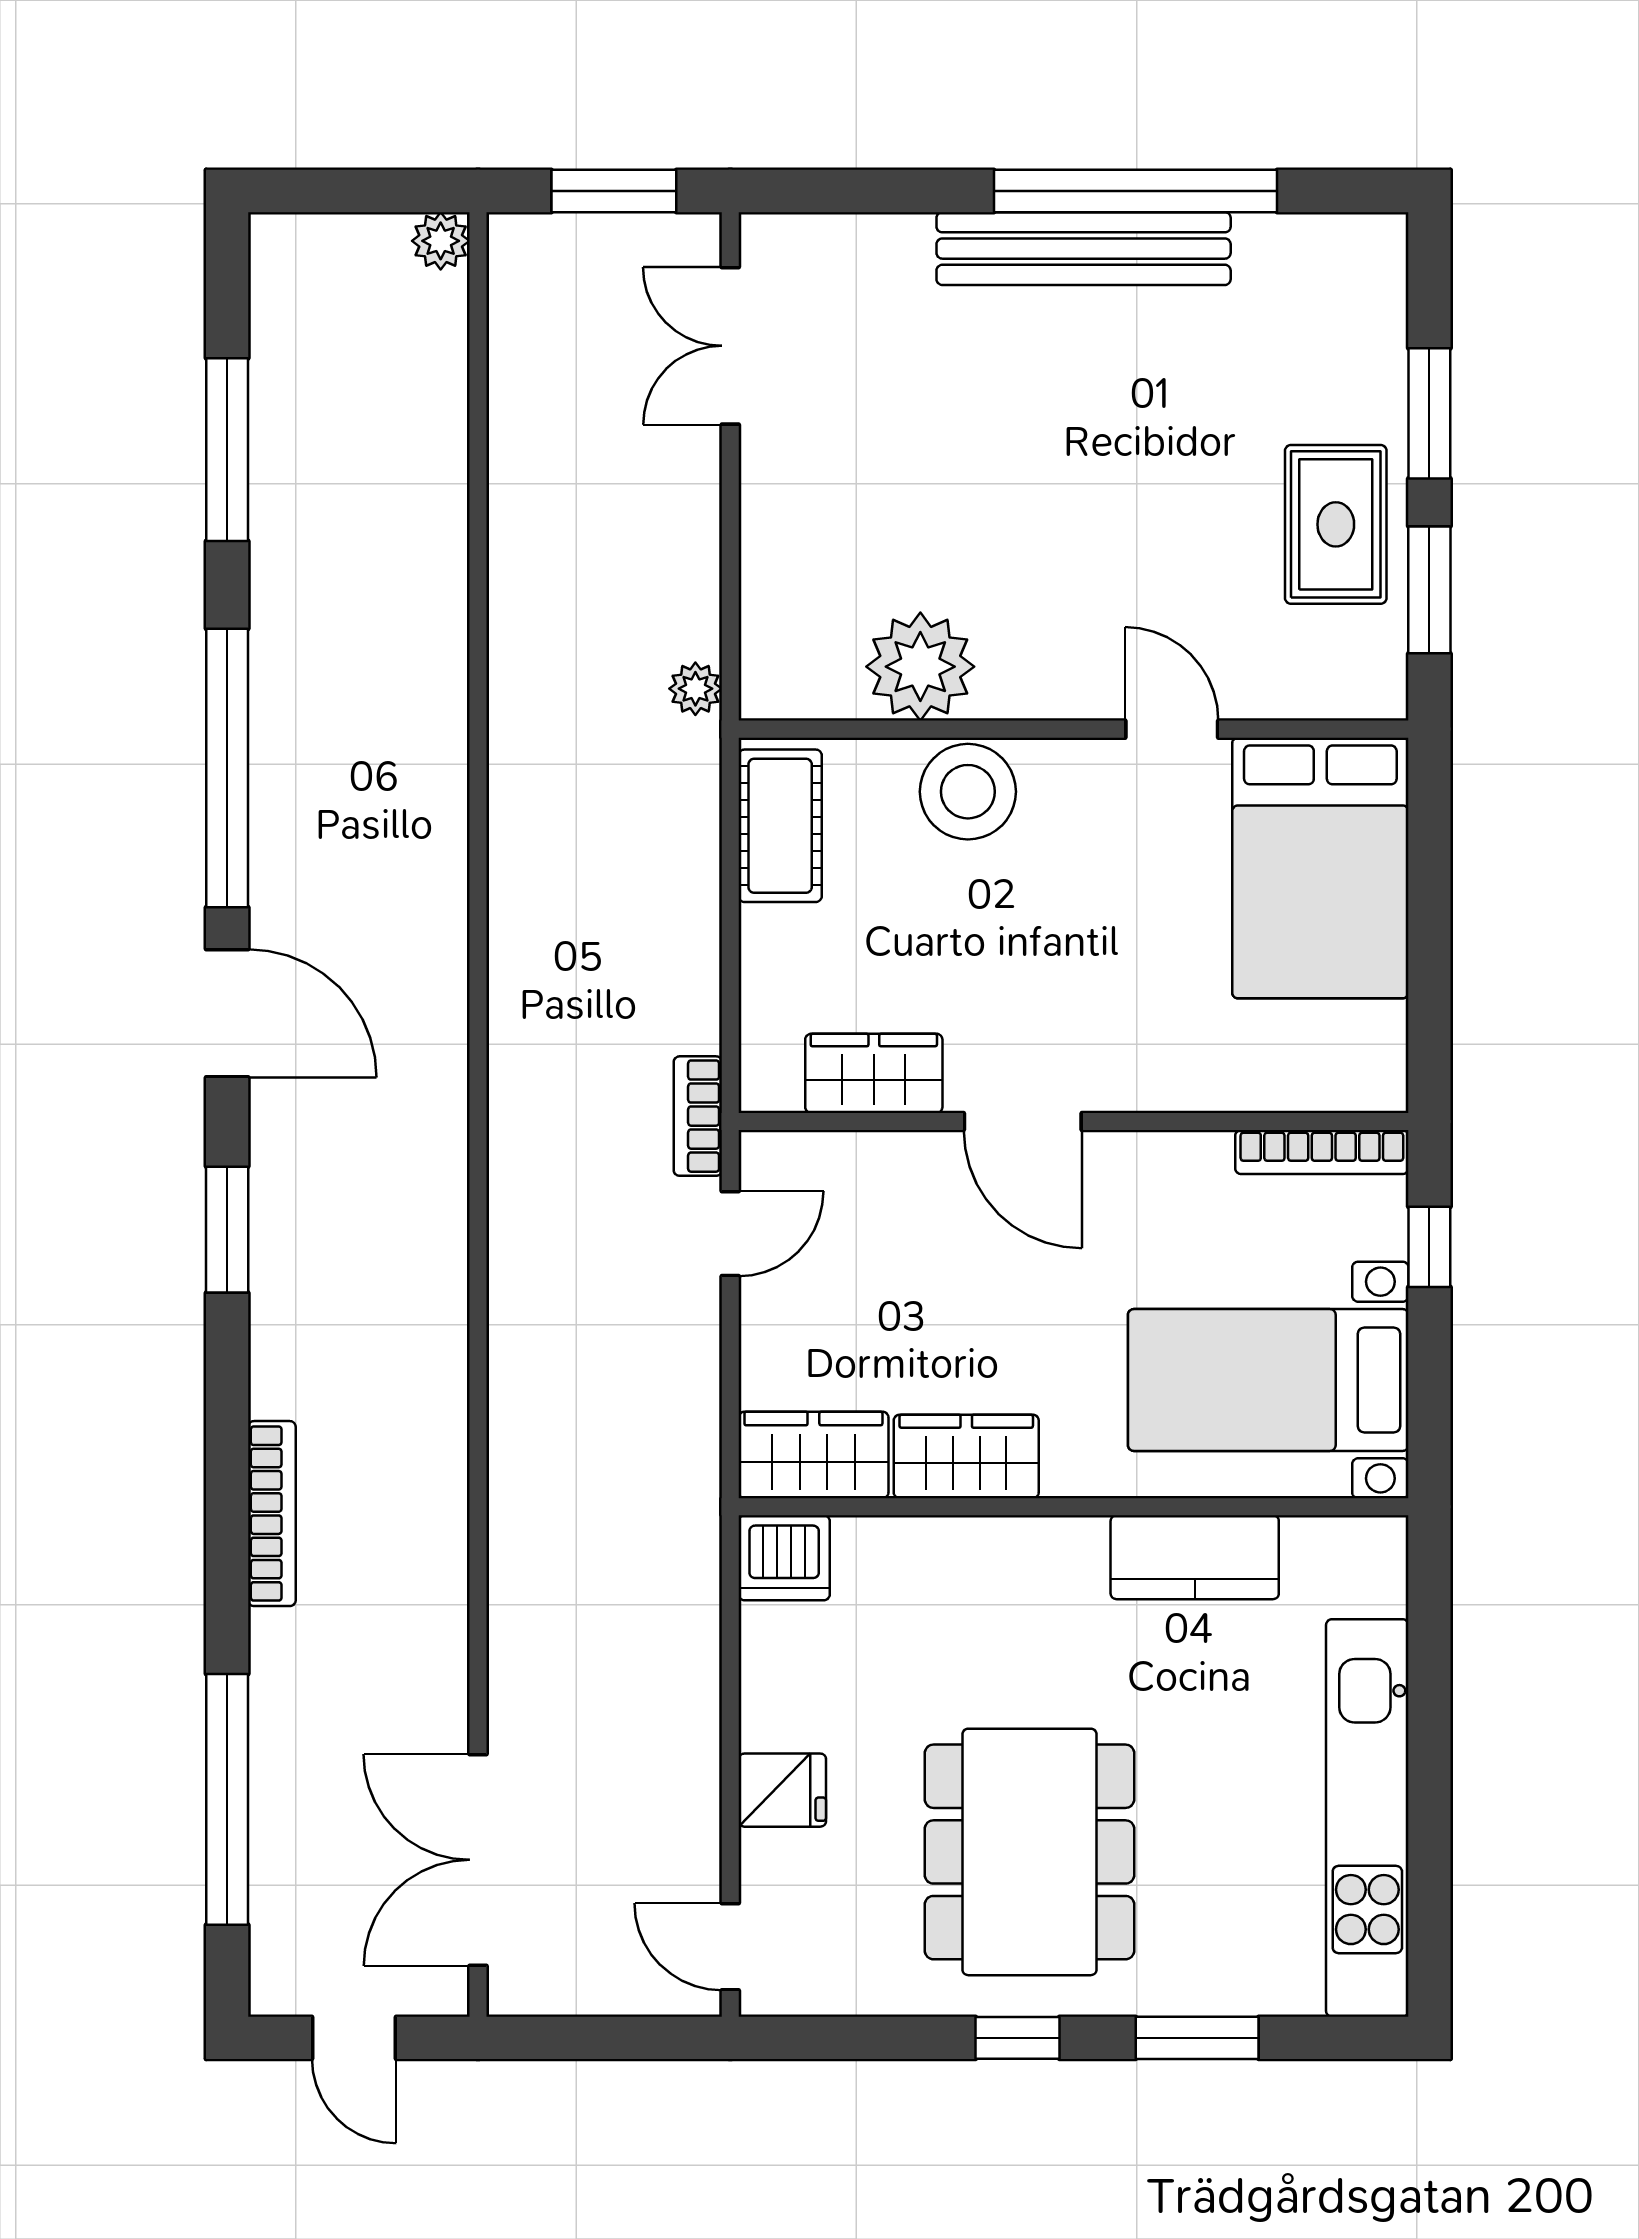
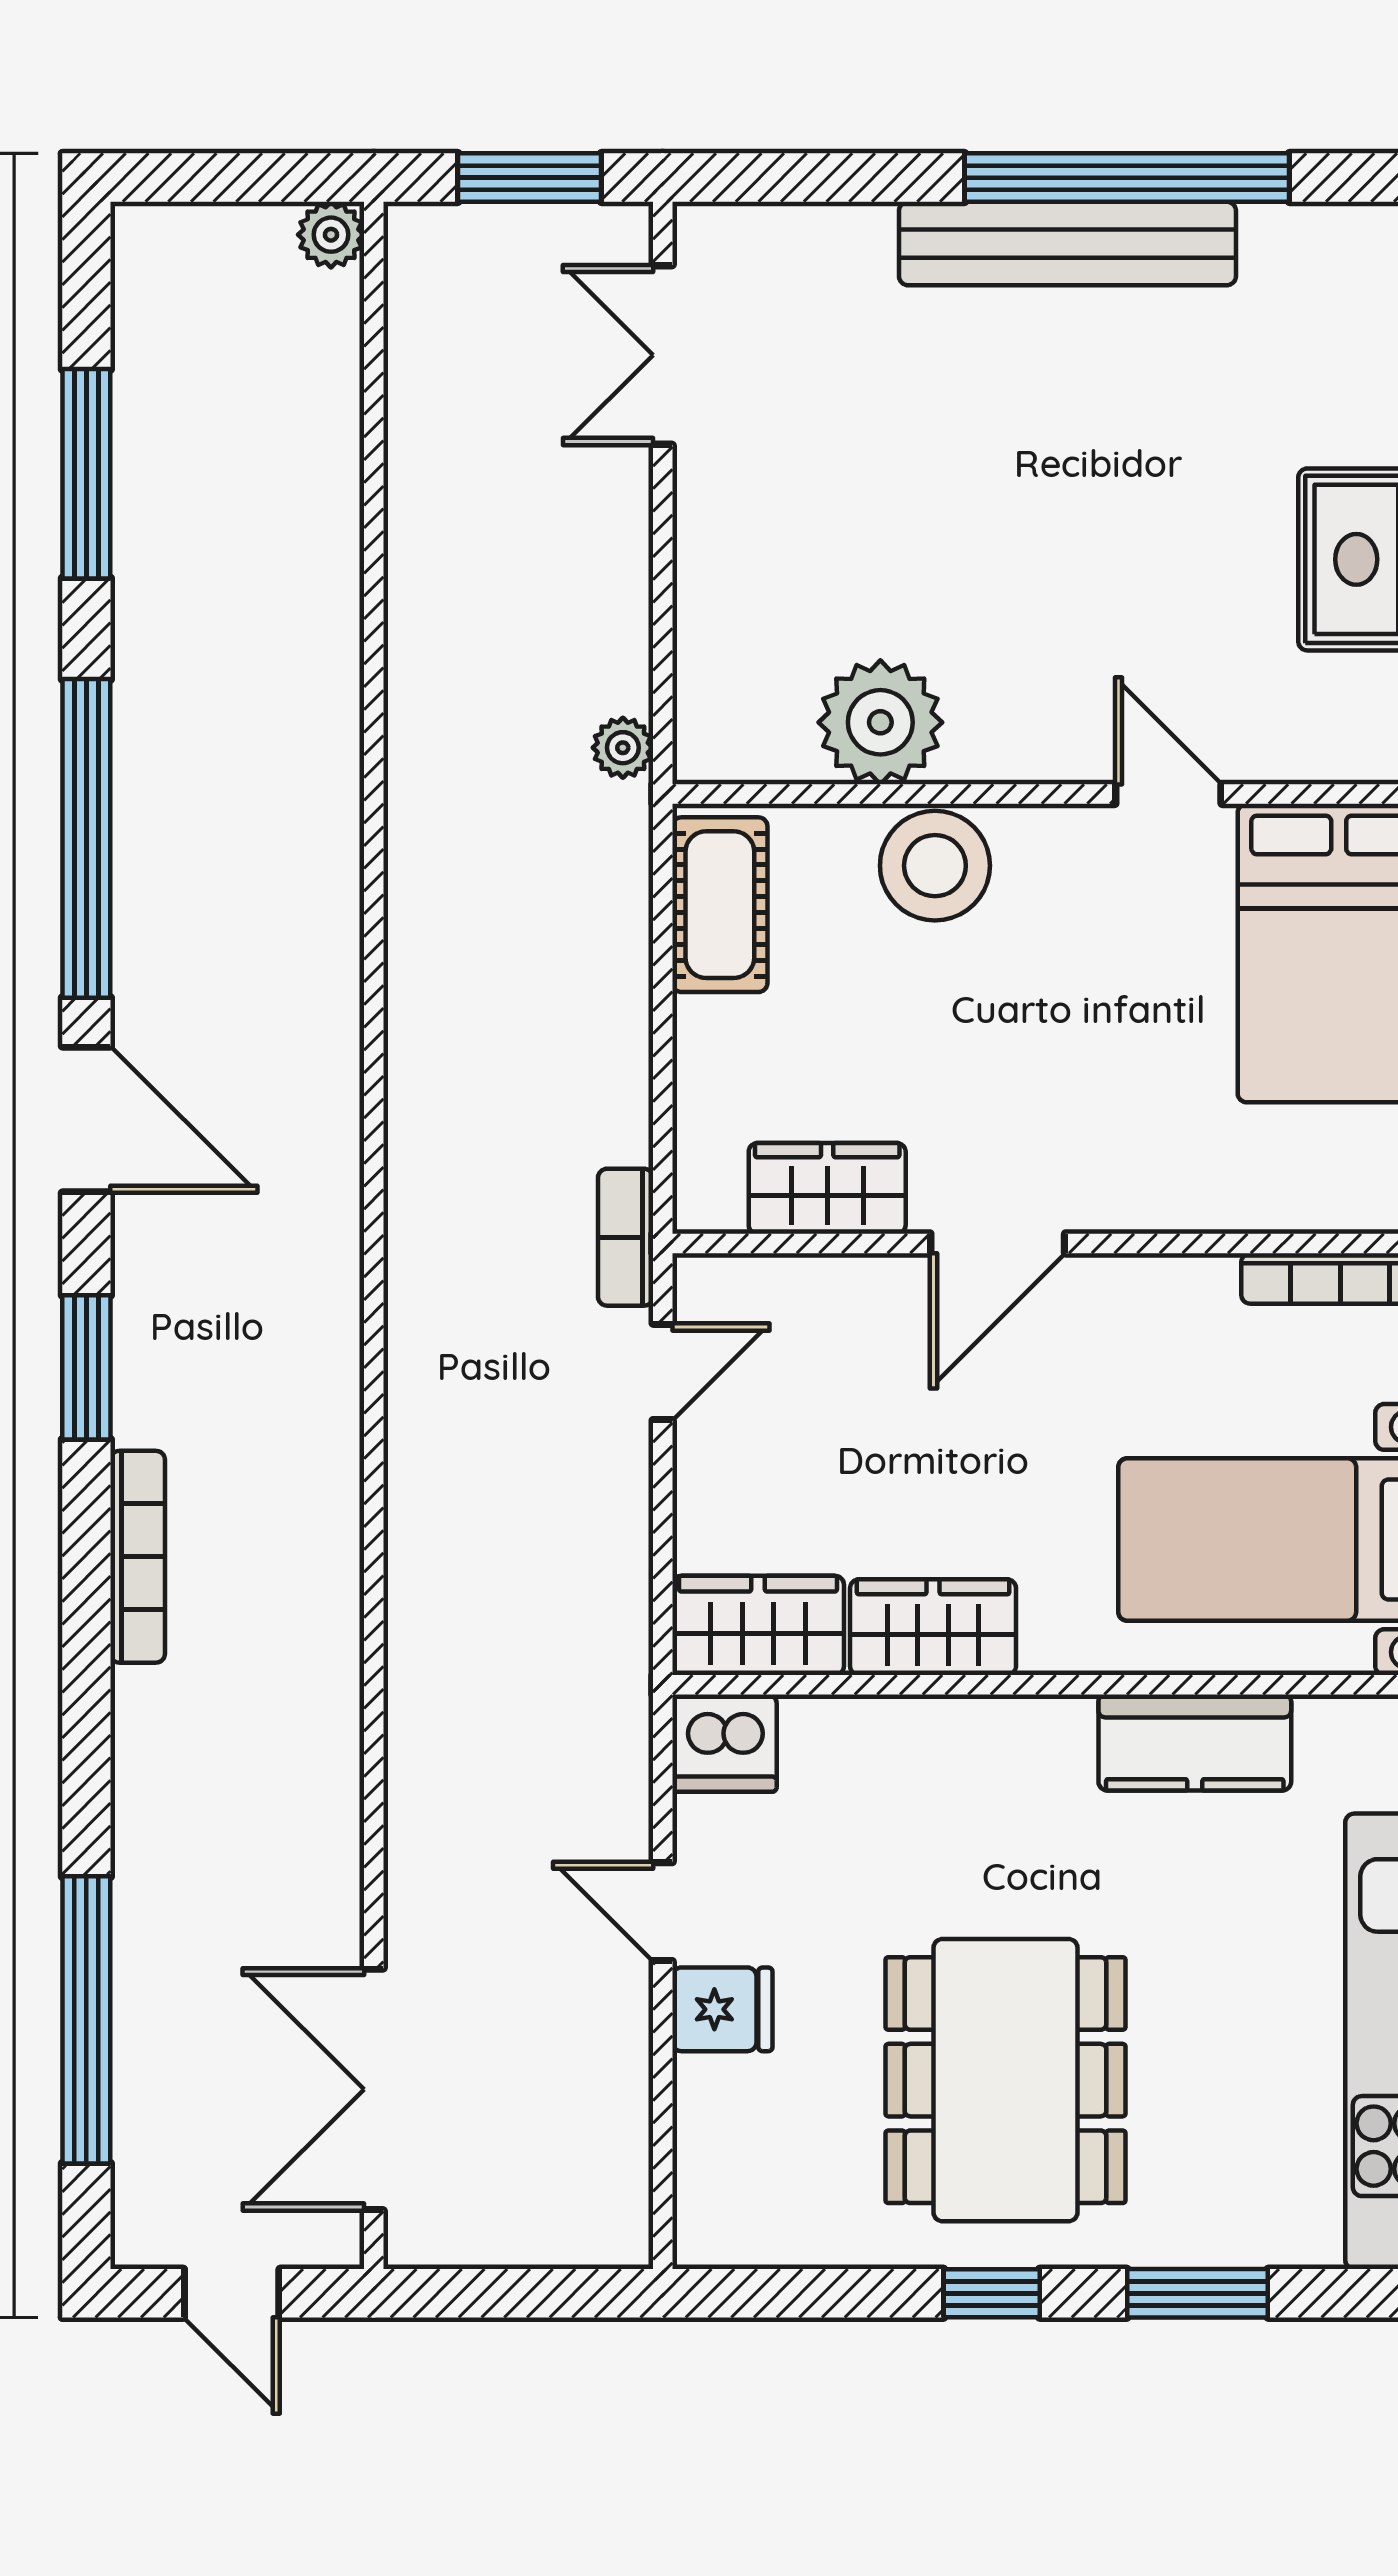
door: (1023, 1121) -> (998, 1243), hinge flipped
bookcase: (272, 1514) -> (138, 1557), moved
door: (730, 1947) -> (663, 1912), moved

